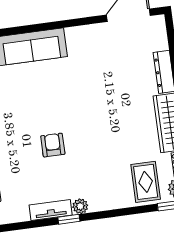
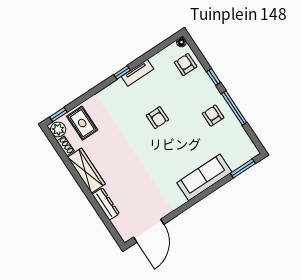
plant: (80, 206) -> (119, 85), removed

